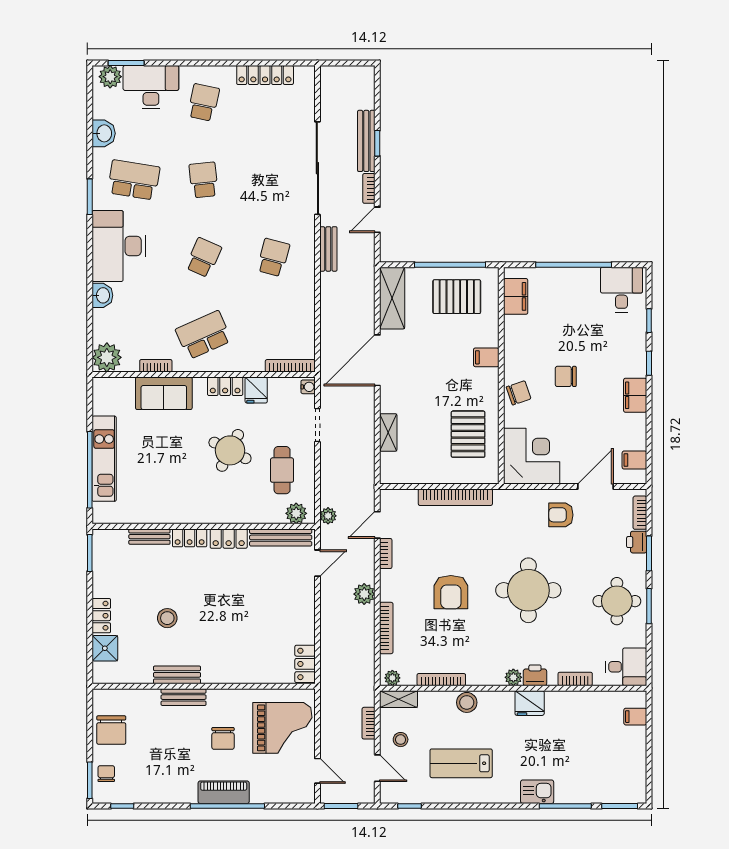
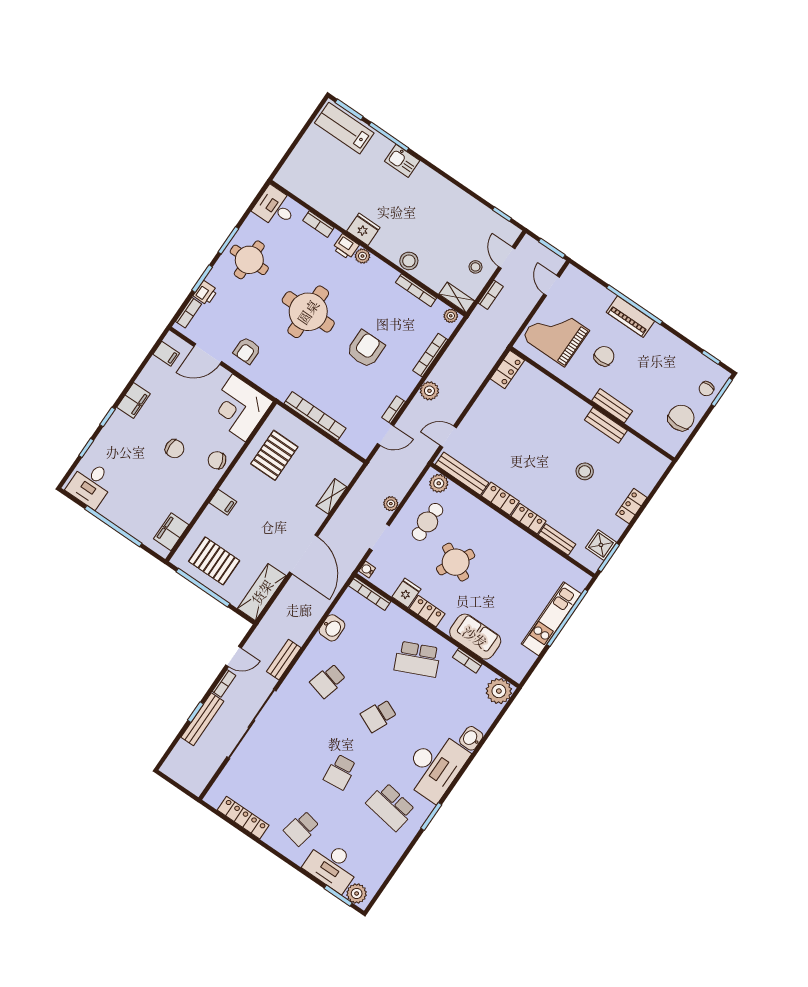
washbasin: (104, 133) -> (332, 628), moved, turned 180
door: (377, 360) -> (304, 554), hinge flipped
armchair: (561, 515) -> (247, 350), turned 90
plant: (328, 516) -> (391, 504), moved
shower: (105, 648) -> (601, 545), moved
filing cabinet: (635, 717) -> (293, 167), removed
lab bench: (461, 763) -> (344, 128), moved, turned 180

